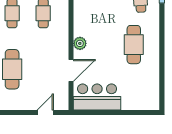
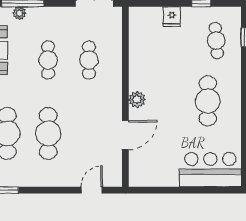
bar counter: (97, 97) -> (210, 170), moved

